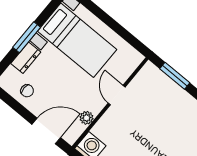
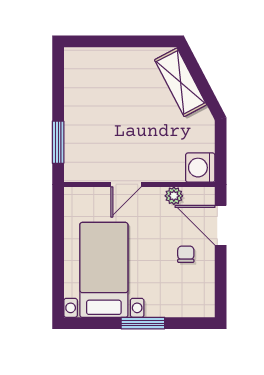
dresser: (26, 58) -> (164, 307), removed
chair: (27, 91) -> (186, 254), moved

